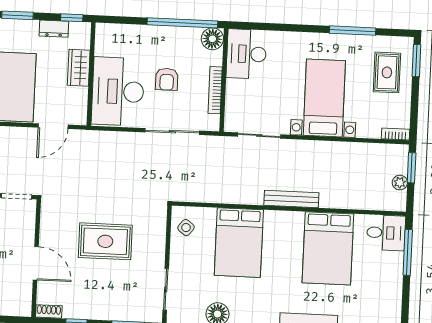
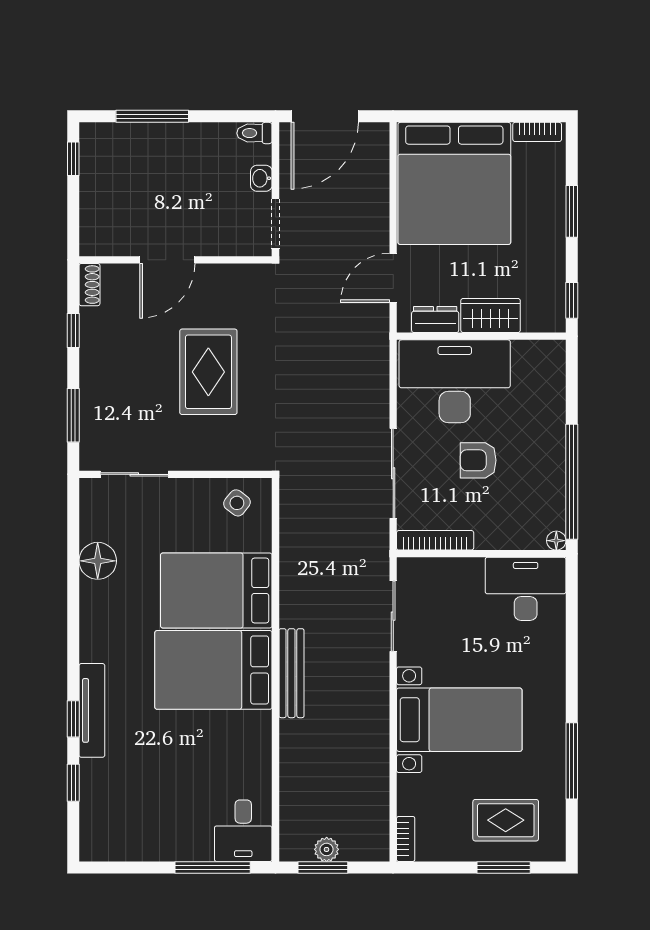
dresser: (54, 29) -> (435, 319), moved, turned 90
floor lamp: (212, 39) -> (556, 541), width x0.53, depth x0.53
window: (416, 61) -> (504, 868), moved
bookcase: (215, 90) -> (435, 540), moved
door: (53, 126) -> (393, 278), hinge flipped
window: (412, 168) -> (323, 868), moved
bed: (328, 248) -> (213, 670), moved

